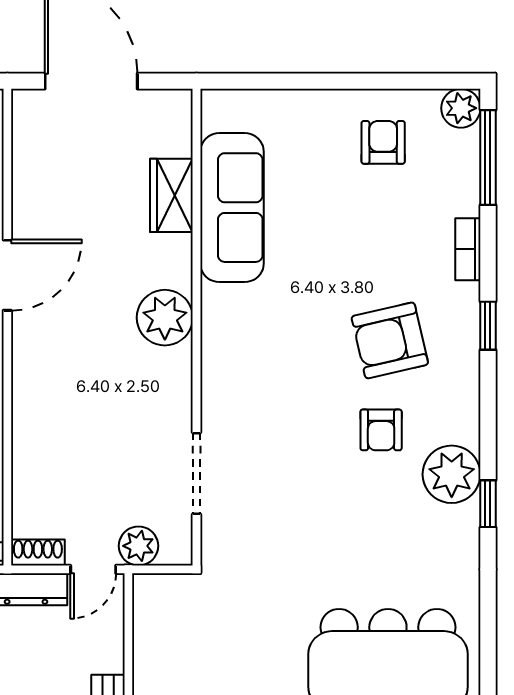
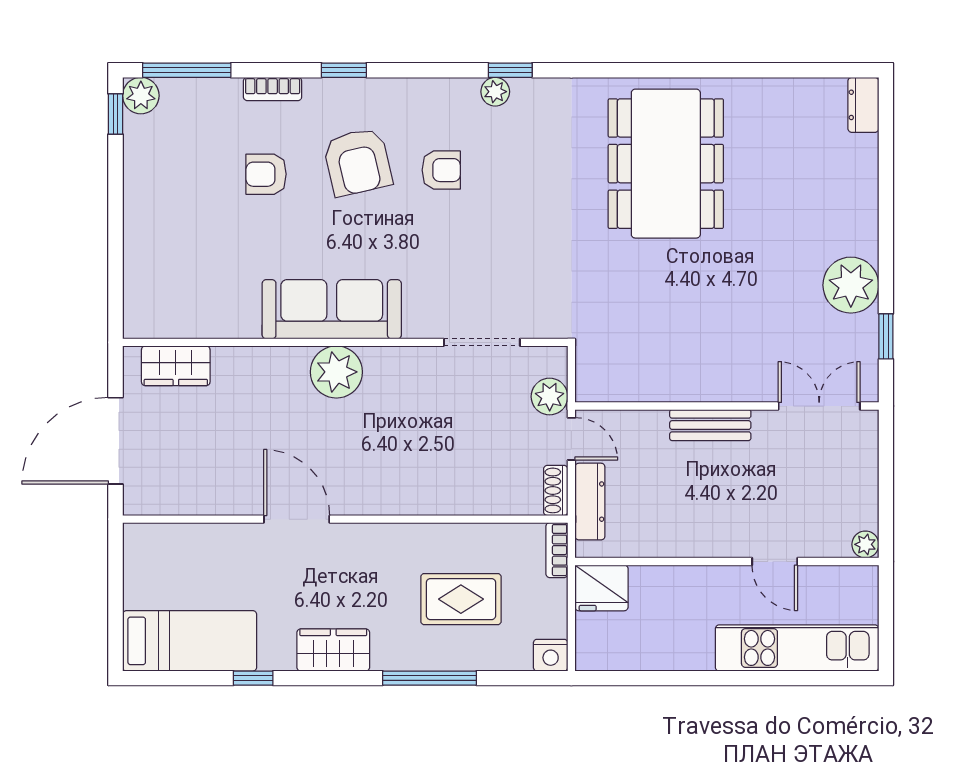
window: (441, 81) -> (116, 114), added
armchair: (383, 142) -> (266, 174), moved
wardrobe: (171, 195) -> (176, 366), moved
sofa: (232, 208) -> (332, 309), moved
plant: (452, 474) -> (495, 92), width x0.53, depth x0.53

